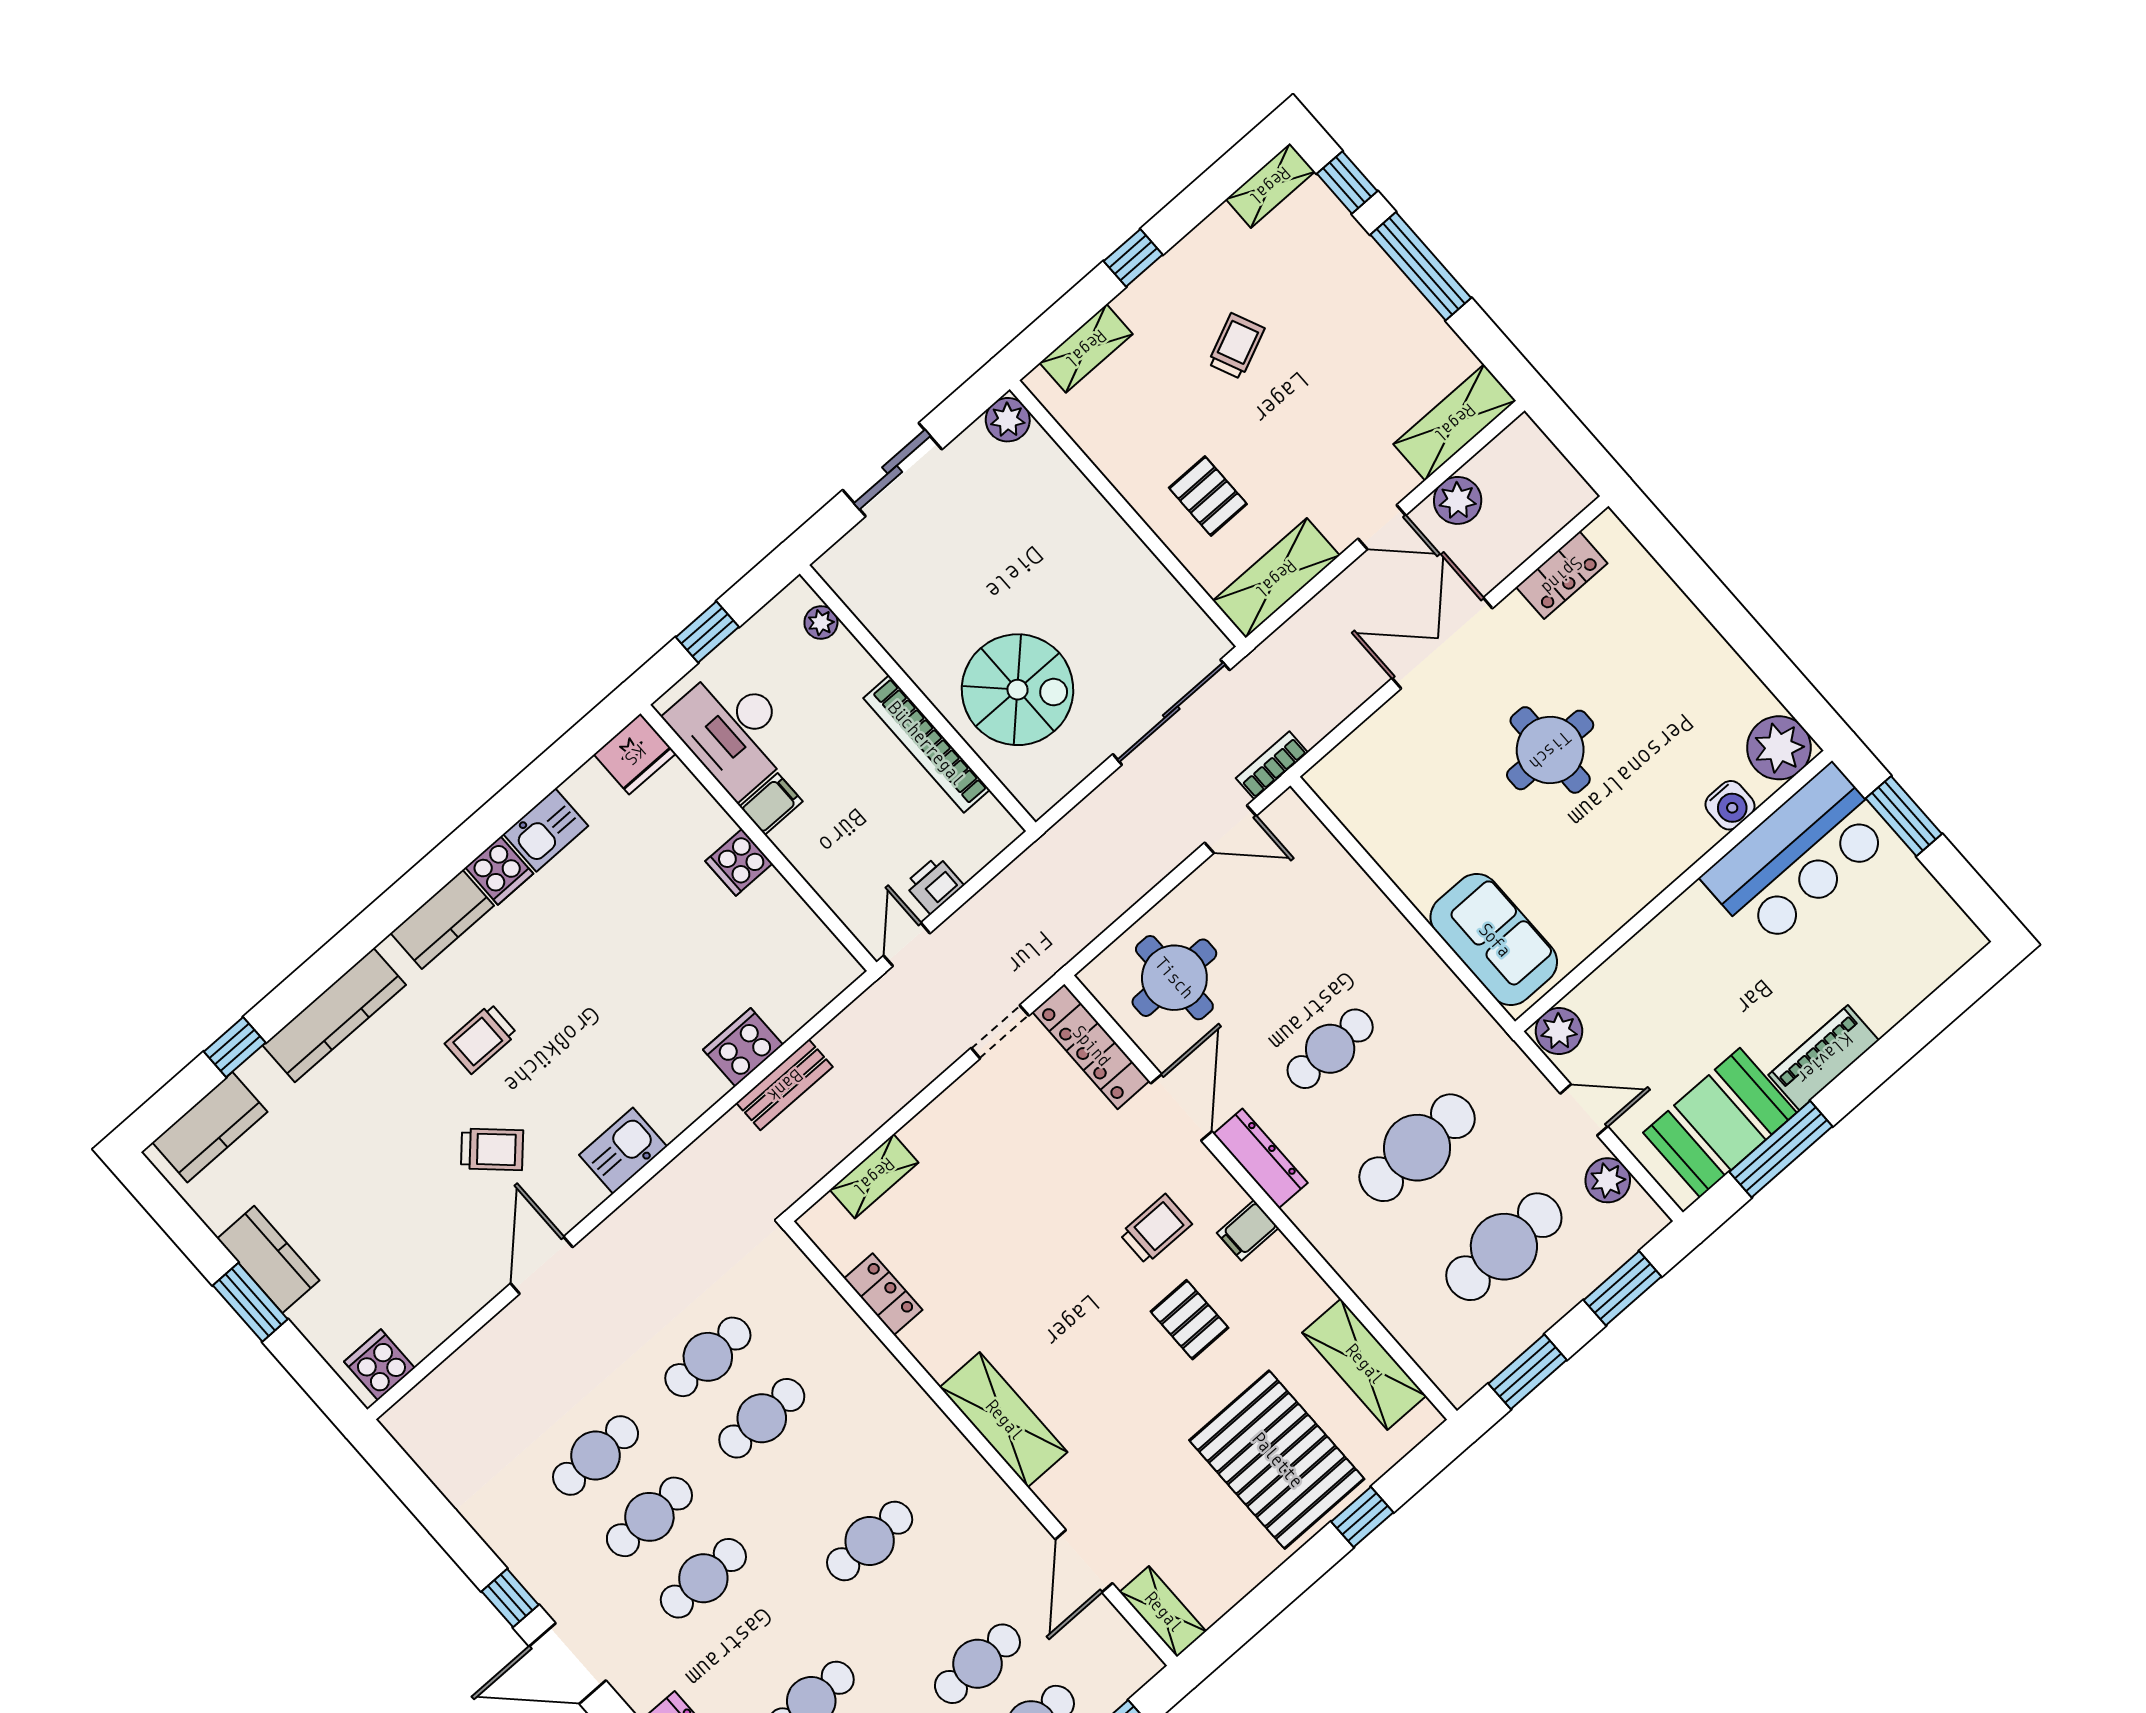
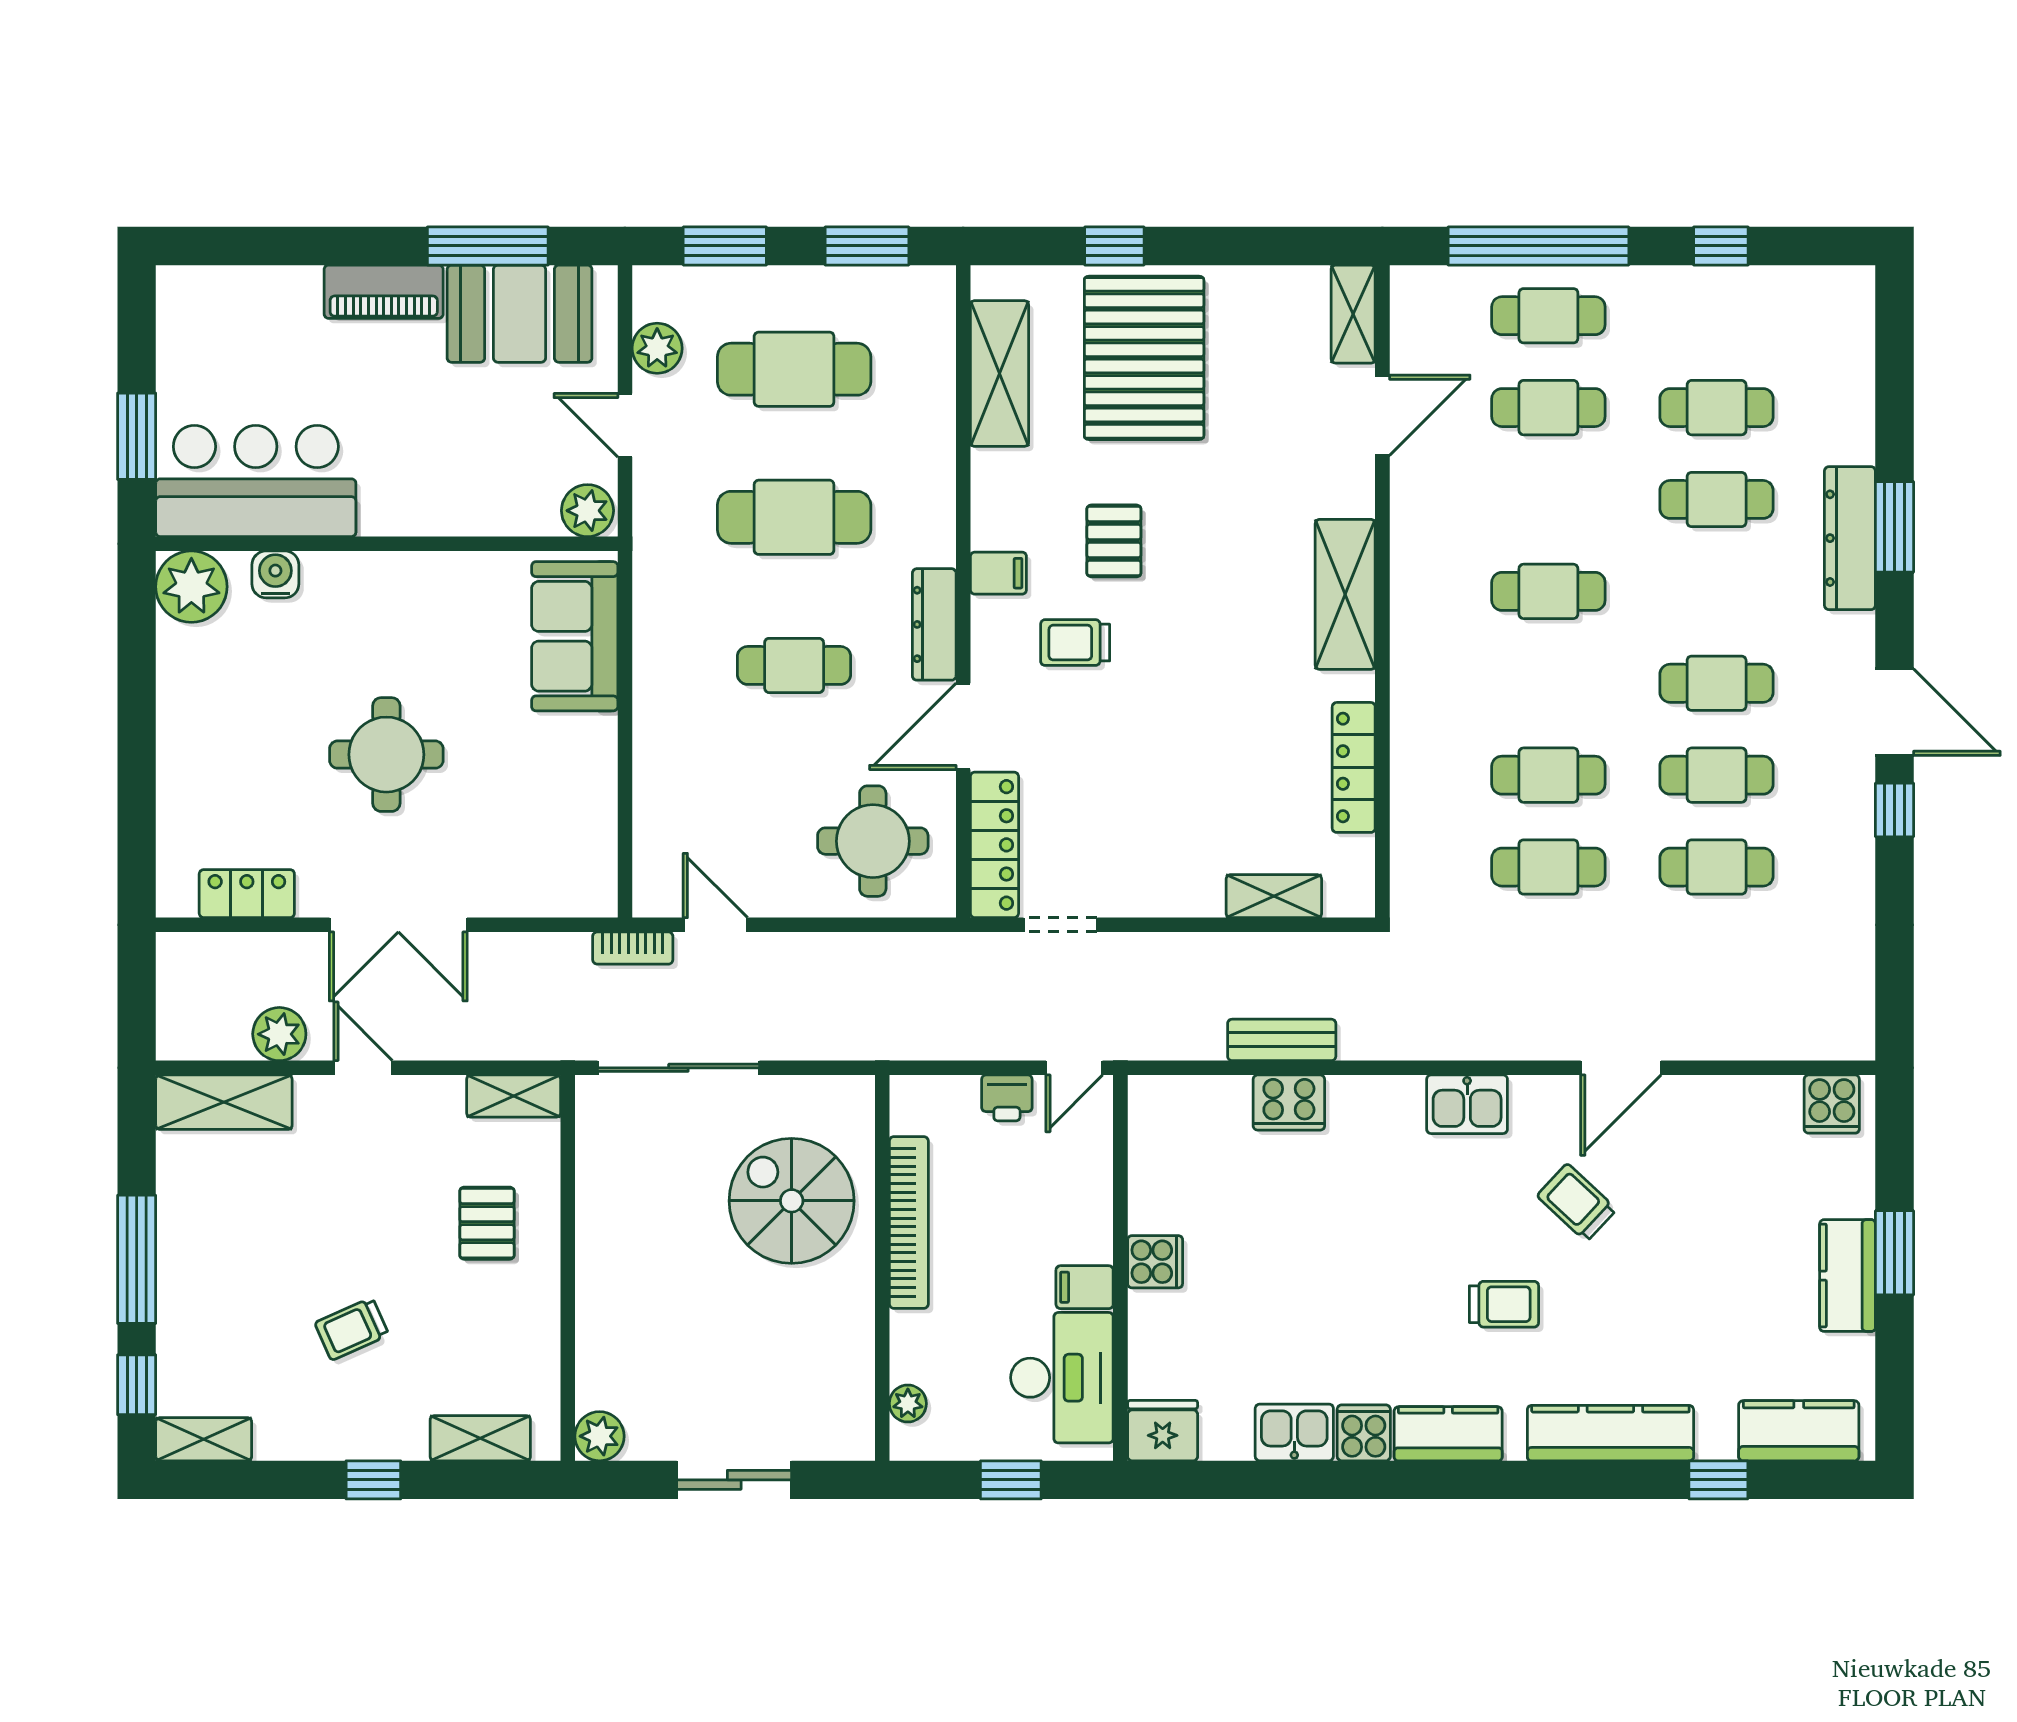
shelving: (1276, 578) -> (514, 1096), width x0.67, depth x0.75
locker: (883, 1294) -> (1354, 767), width x1.53

